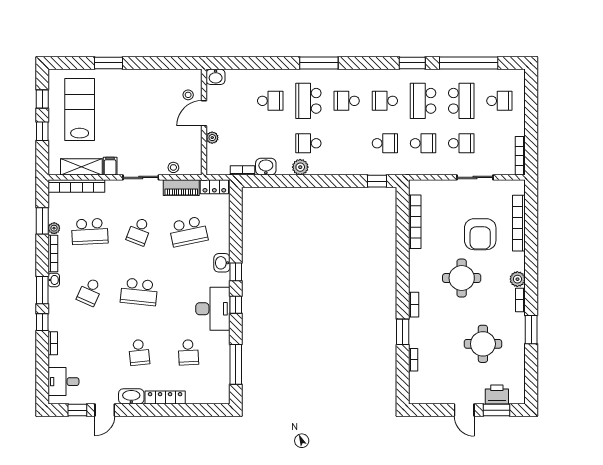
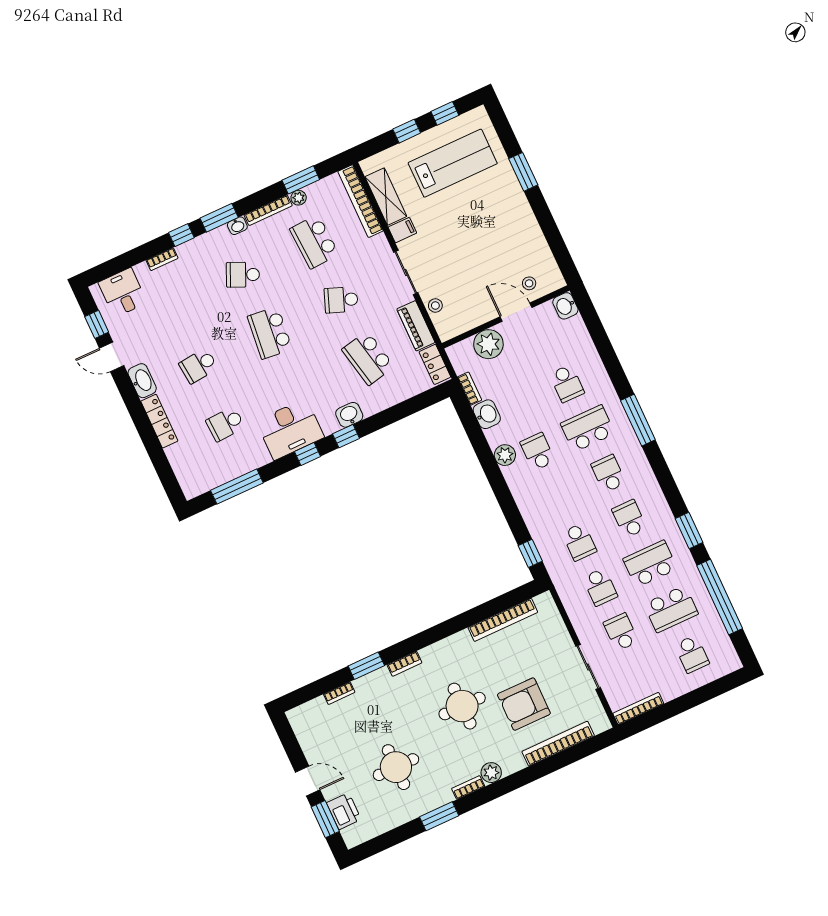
plant: (212, 138) -> (488, 344), width x1.88, depth x1.88
school desk: (461, 143) -> (621, 632), turned 180
door: (464, 410) -> (308, 781), swing flipped

